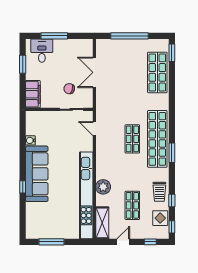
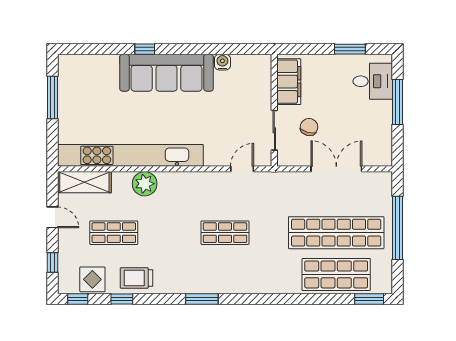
filing cabinet: (33, 94) -> (289, 82), moved, turned -90
shop shelf: (157, 139) -> (336, 233), moved

